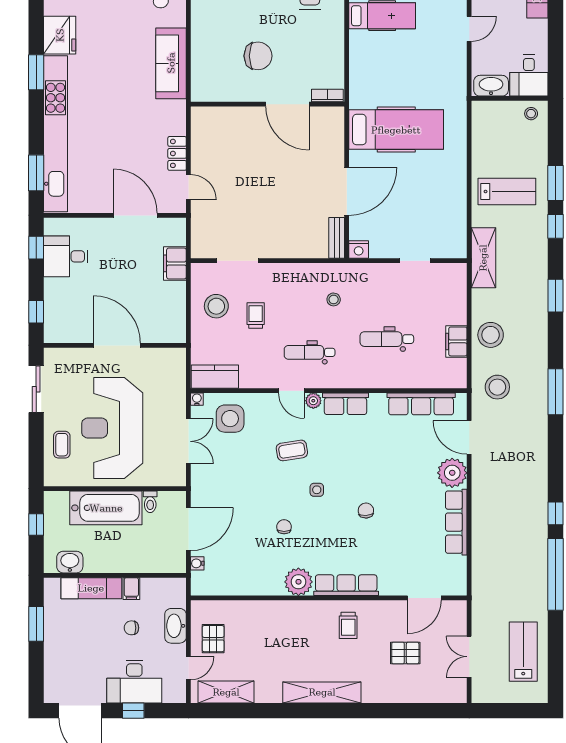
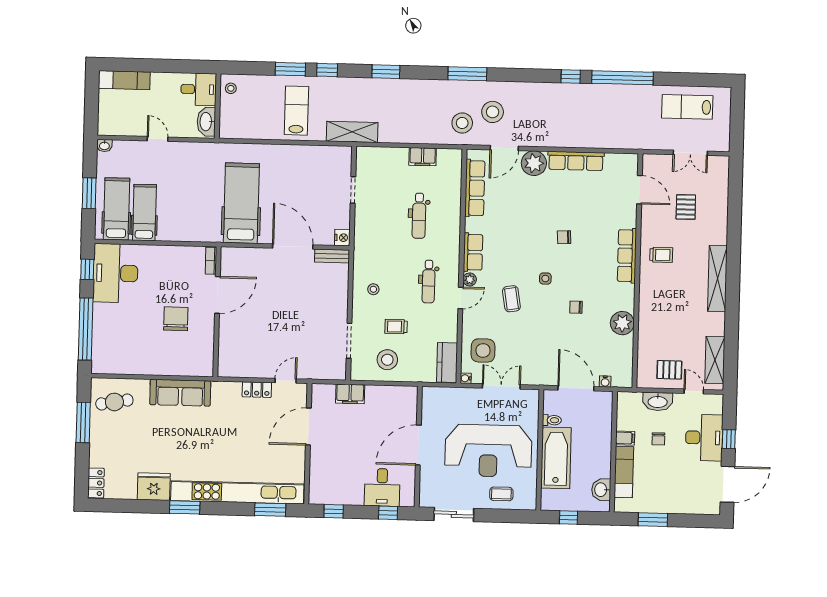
desk: (66, 256) -> (382, 487), moved
stool: (334, 299) -> (373, 289), moved
stool: (491, 335) -> (493, 112), moved
plant: (298, 582) -> (622, 323), moved

